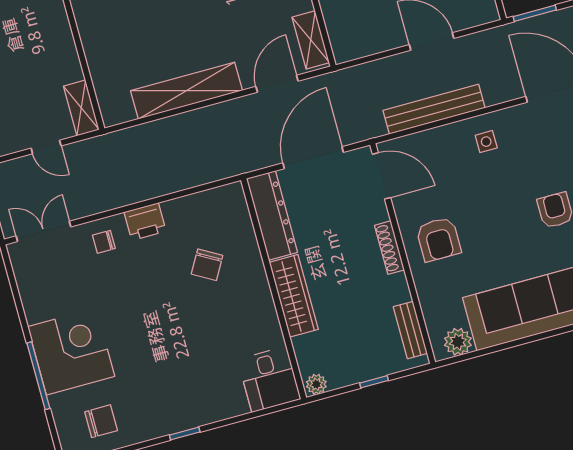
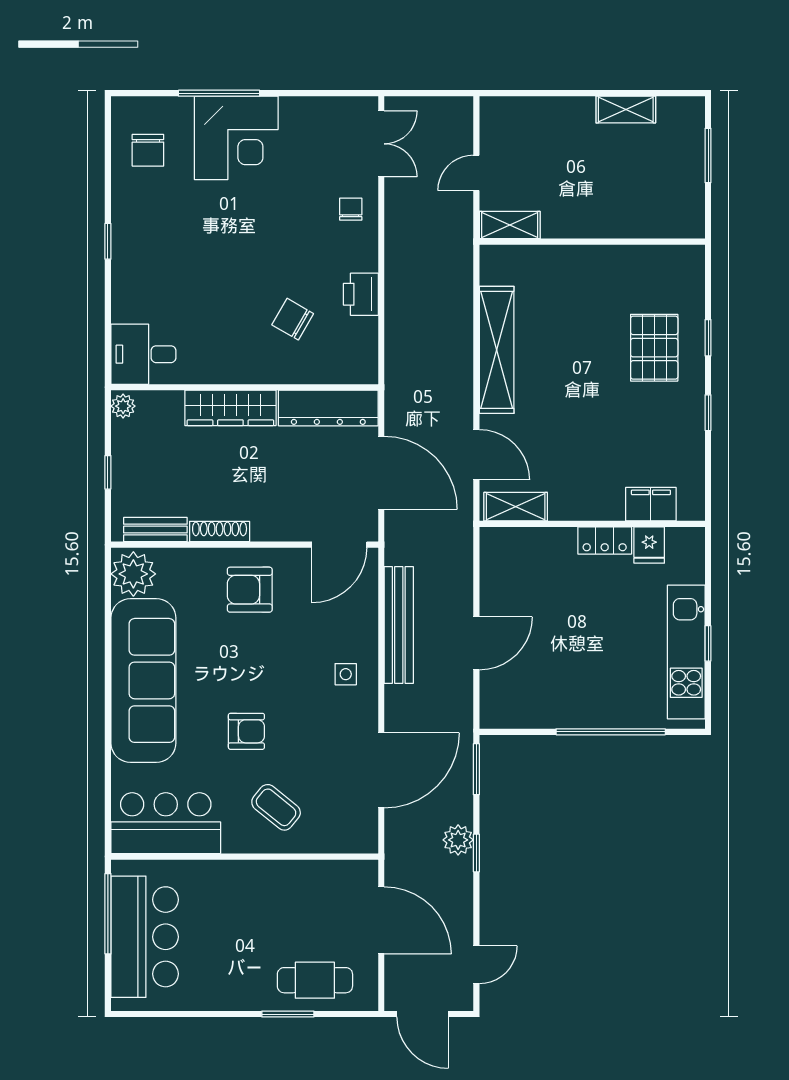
printer: (145, 222) -> (361, 294), moved
shoe rack: (389, 248) -> (220, 532), moved
plant: (458, 342) -> (133, 574), width x1.36, depth x1.36

